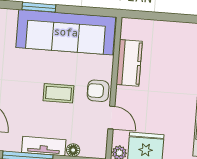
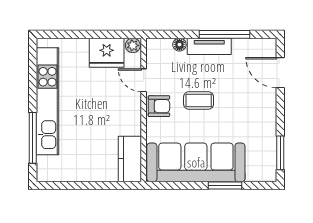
kitchen counter: (129, 63) -> (130, 159), moved

